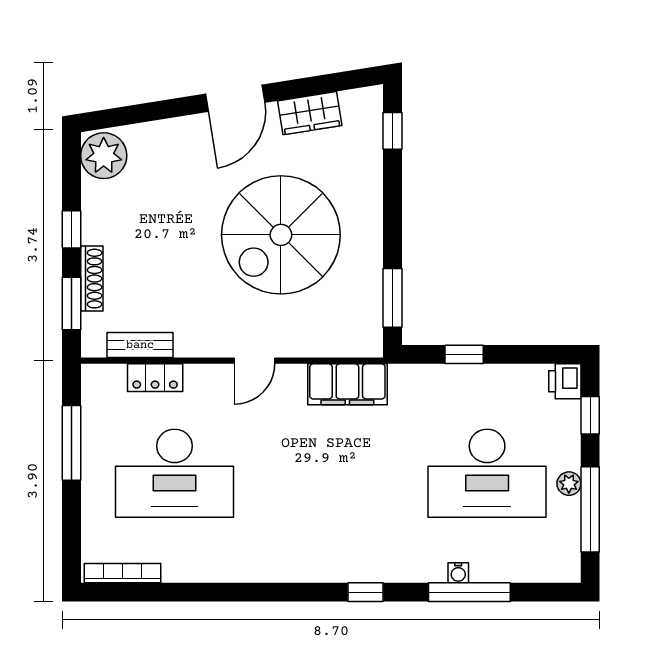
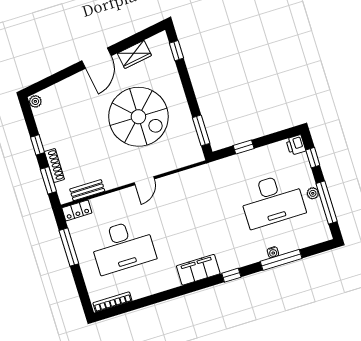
plant: (104, 156) -> (35, 101), width x0.53, depth x0.53
spiral stairs: (281, 235) -> (138, 117), turned -90
locker: (155, 378) -> (77, 210), moved
filing cabinet: (347, 384) -> (198, 270), moved, turned 180

